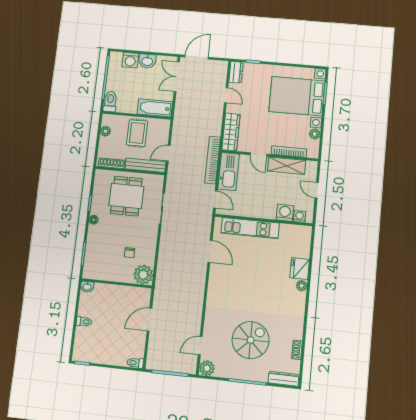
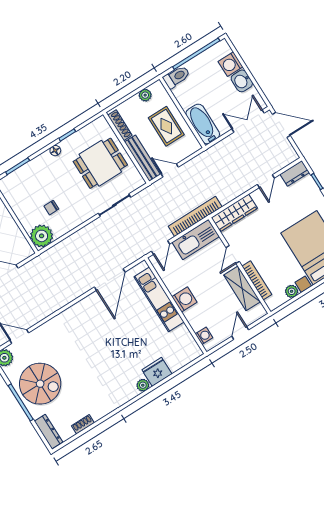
rug: (137, 133) -> (166, 126), turned 90
washing machine: (285, 213) -> (184, 299), moved
door: (210, 251) -> (110, 280), width x1.36
spiral stairs: (251, 340) -> (40, 384), moved

